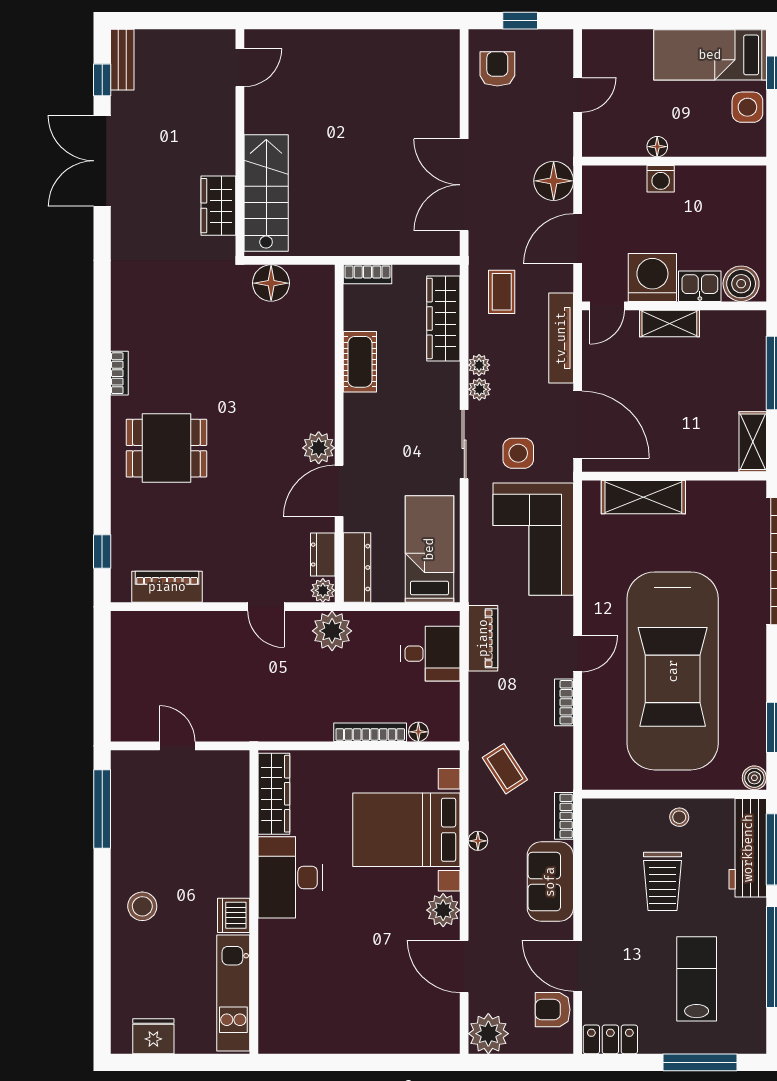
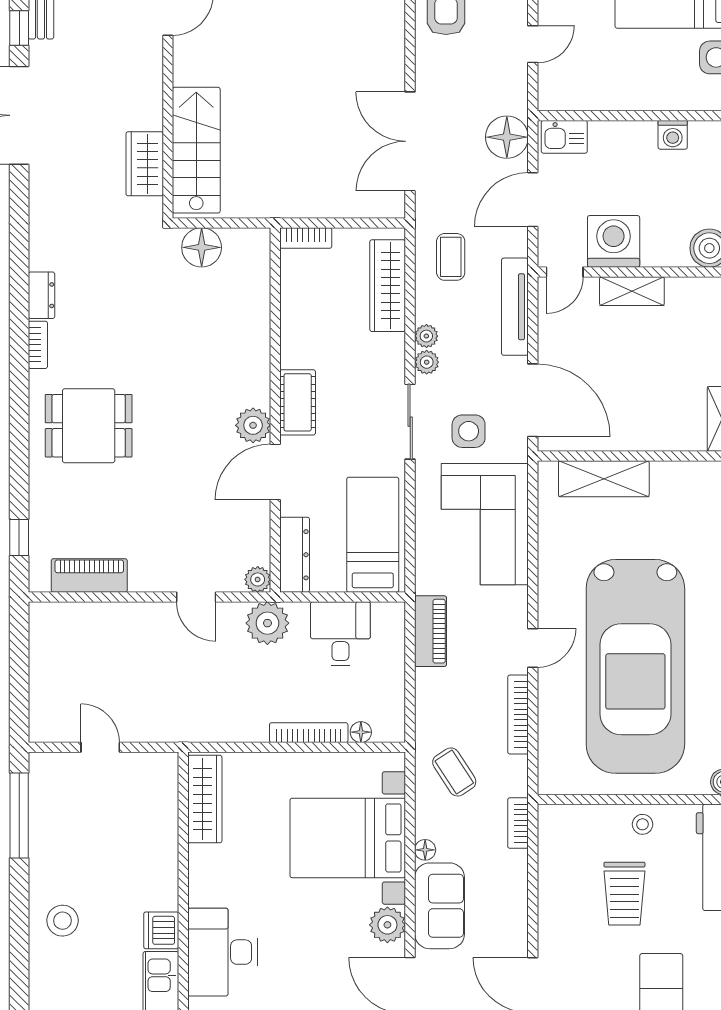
floor lamp: (657, 147) -> (619, 100), removed
washing machine: (661, 179) -> (673, 135), moved
kitchen sink: (700, 286) -> (564, 137), moved, turned 180
cot: (360, 362) -> (298, 402), moved
dresser: (323, 555) -> (41, 295), moved, turned 180
desk: (430, 654) -> (340, 634), moved, turned -90
bookcase: (564, 702) -> (518, 715), width x1.56
desk: (290, 877) -> (222, 952), moved
sofa: (550, 882) -> (440, 906), moved, turned 180

